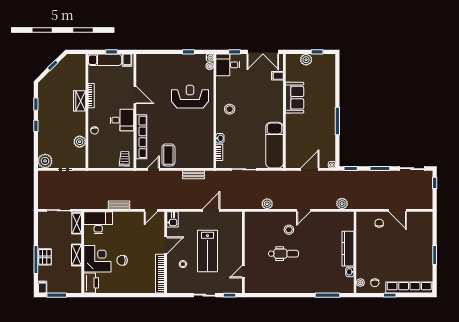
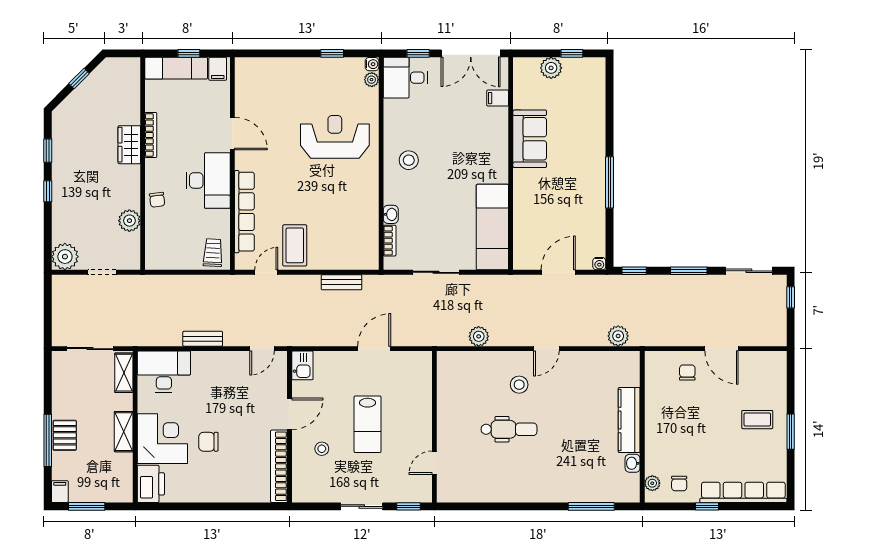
desk: (122, 120) -> (208, 180), width x1.37
coffee table: (417, 248) -> (757, 420), added
lab bench: (207, 251) -> (368, 424), width x0.73, depth x0.72

